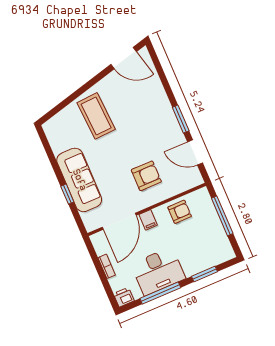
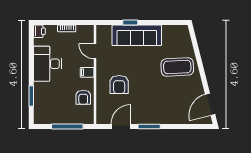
door: (119, 221) -> (95, 51), width x0.53
window: (160, 293) -> (31, 59), removed

